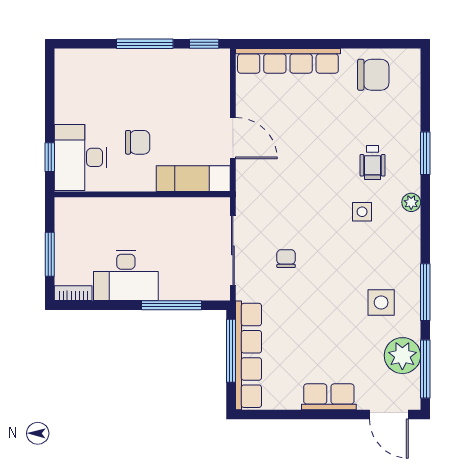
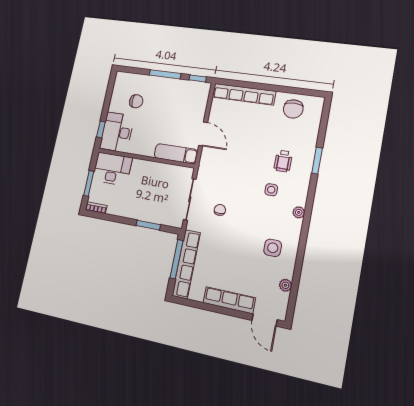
chair: (373, 75) -> (293, 109), turned 90
chair: (138, 142) -> (136, 101), moved
plant: (411, 202) -> (299, 212), moved
desk: (126, 275) -> (112, 169), moved, turned 180
window: (425, 292) -> (302, 247), removed
window: (171, 305) -> (148, 225), width x0.69
plant: (402, 356) -> (285, 285), width x0.53, depth x0.53
window: (425, 369) -> (293, 296), removed
row of seats: (329, 397) -> (229, 300), width x1.48

